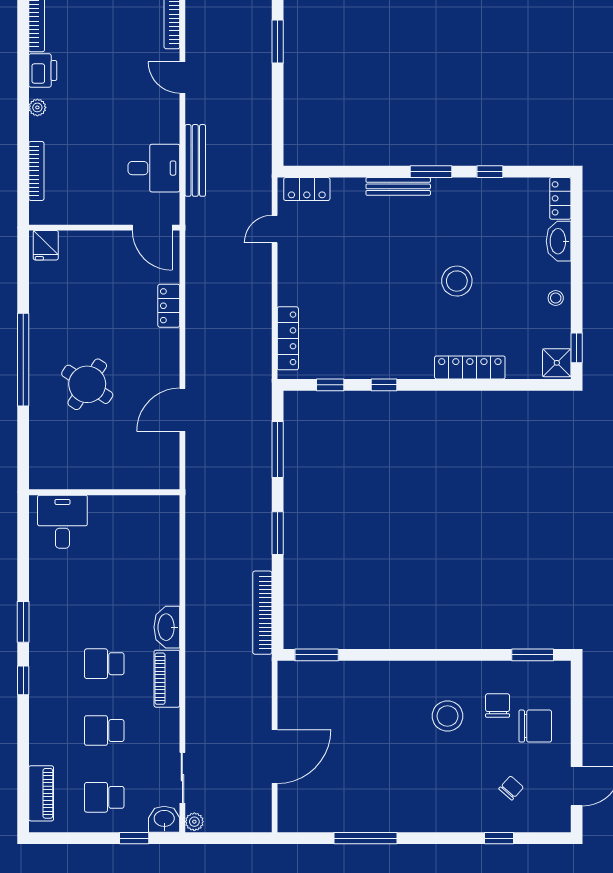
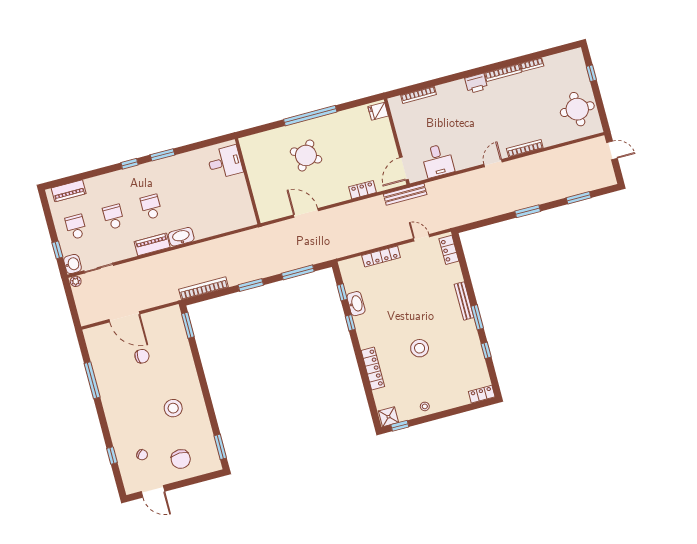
plant: (37, 107) -> (454, 86), removed
bench: (195, 160) -> (405, 194), moved
washbasin: (559, 241) -> (356, 304), moved, turned 90
locker: (288, 338) -> (381, 256), moved
chair: (498, 705) -> (142, 356), moved

